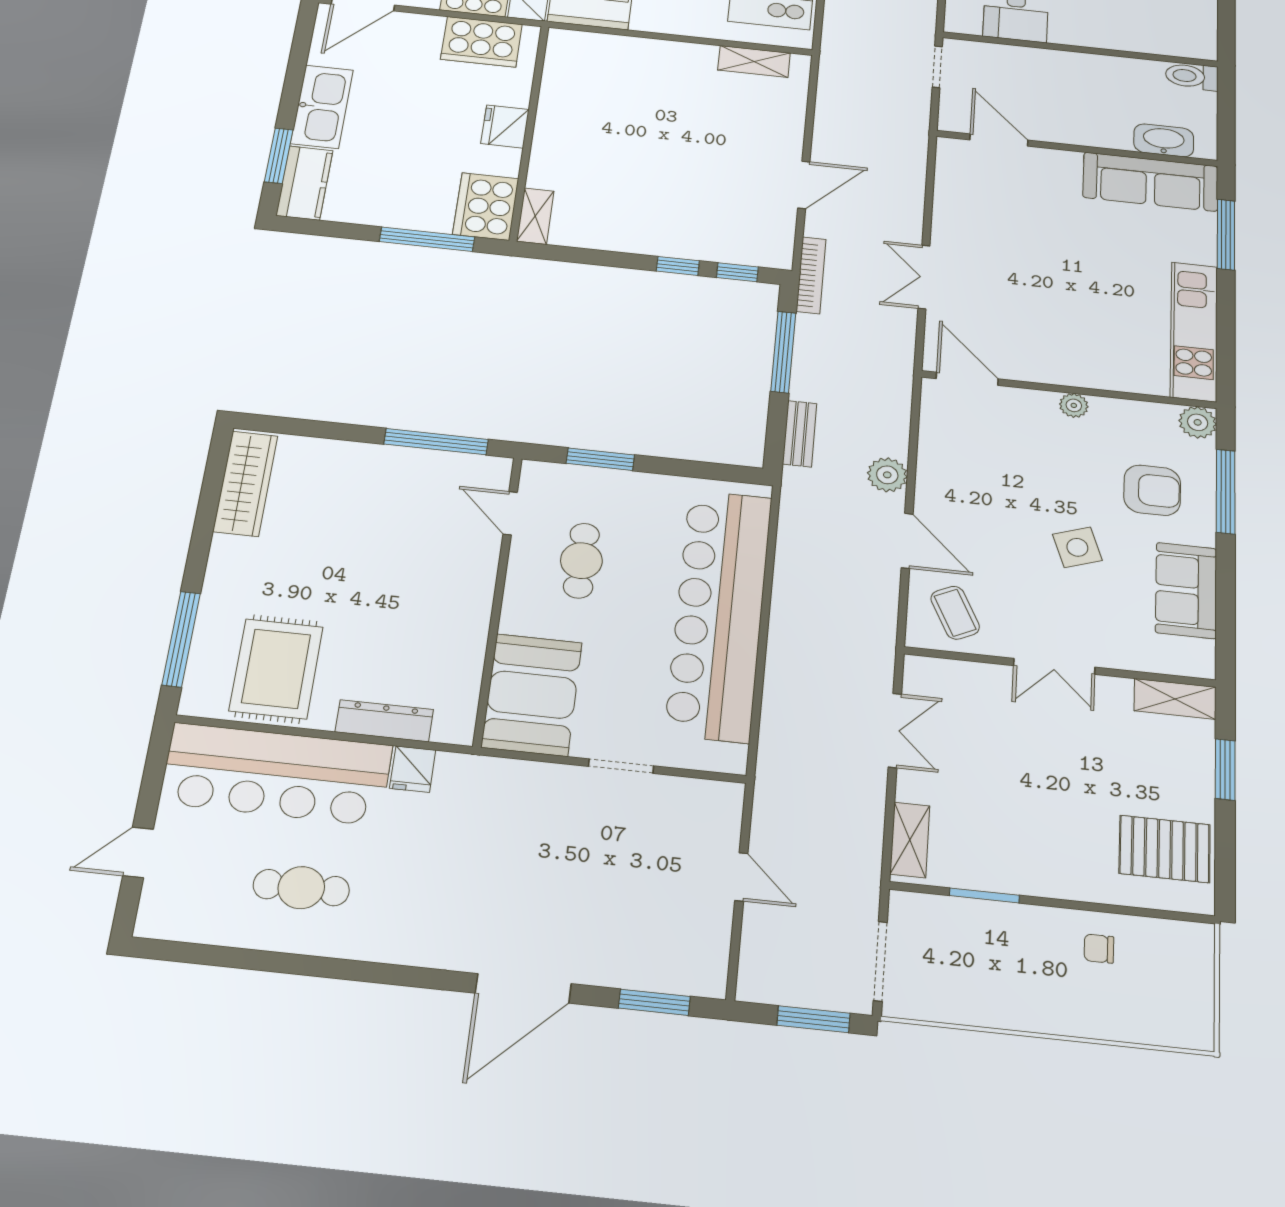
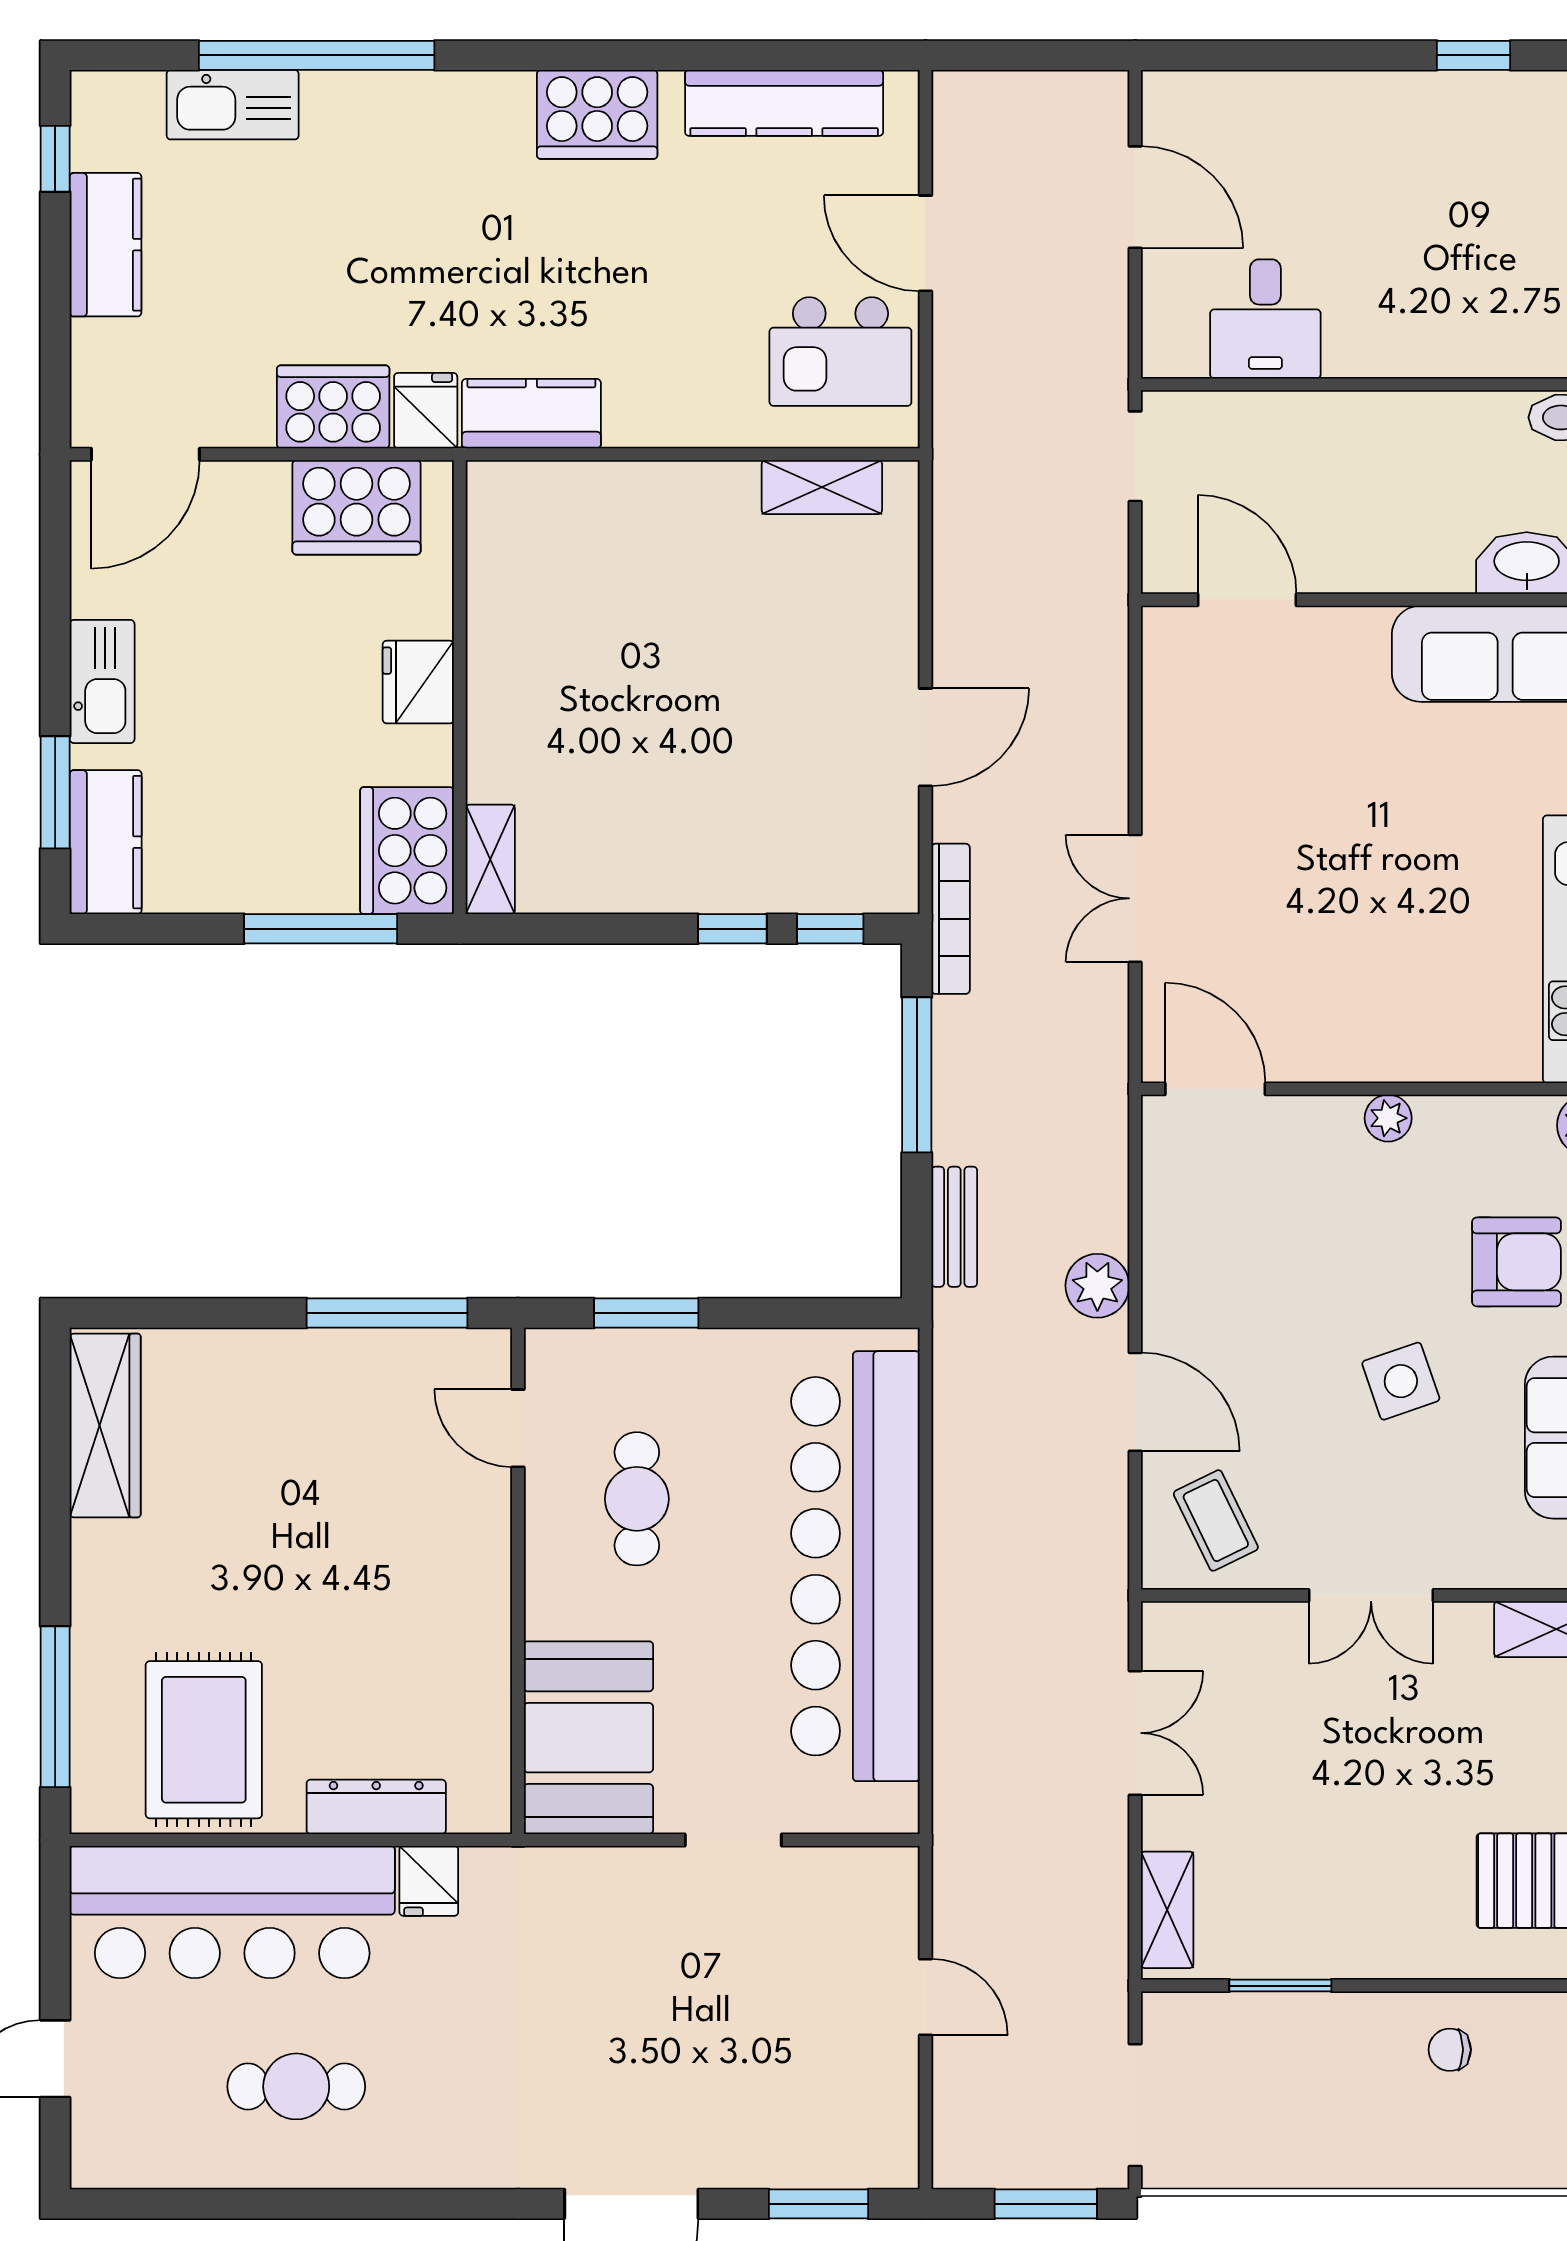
kitchen sink: (322, 107) -> (102, 681), width x0.73, depth x0.81

